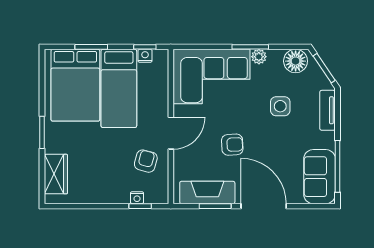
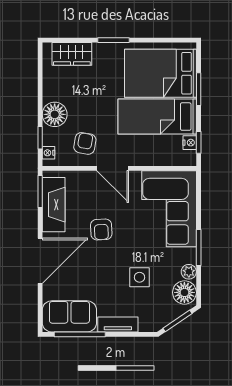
plant: (259, 57) -> (189, 272), moved
tv unit: (328, 110) -> (118, 324), moved
armchair: (146, 161) -> (85, 143), turned -95
floor lamp: (117, 191) -> (55, 114), added
nightstand: (137, 198) -> (48, 153), moved
window: (215, 206) -> (40, 192), moved

